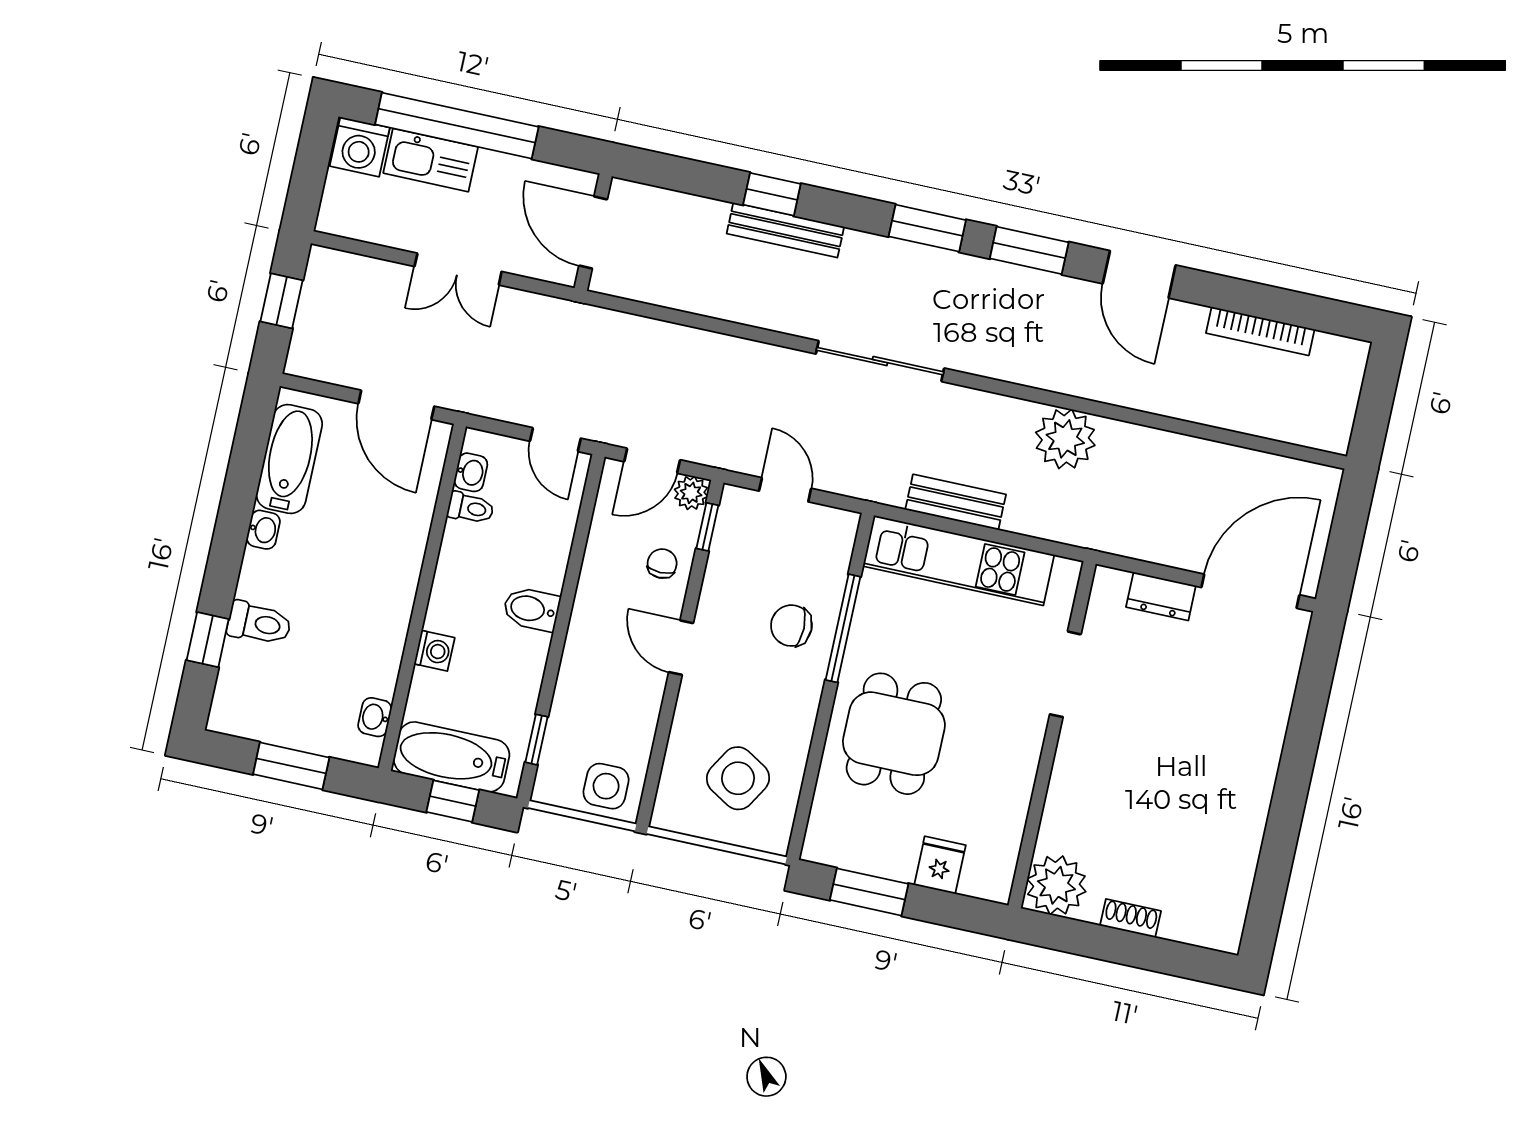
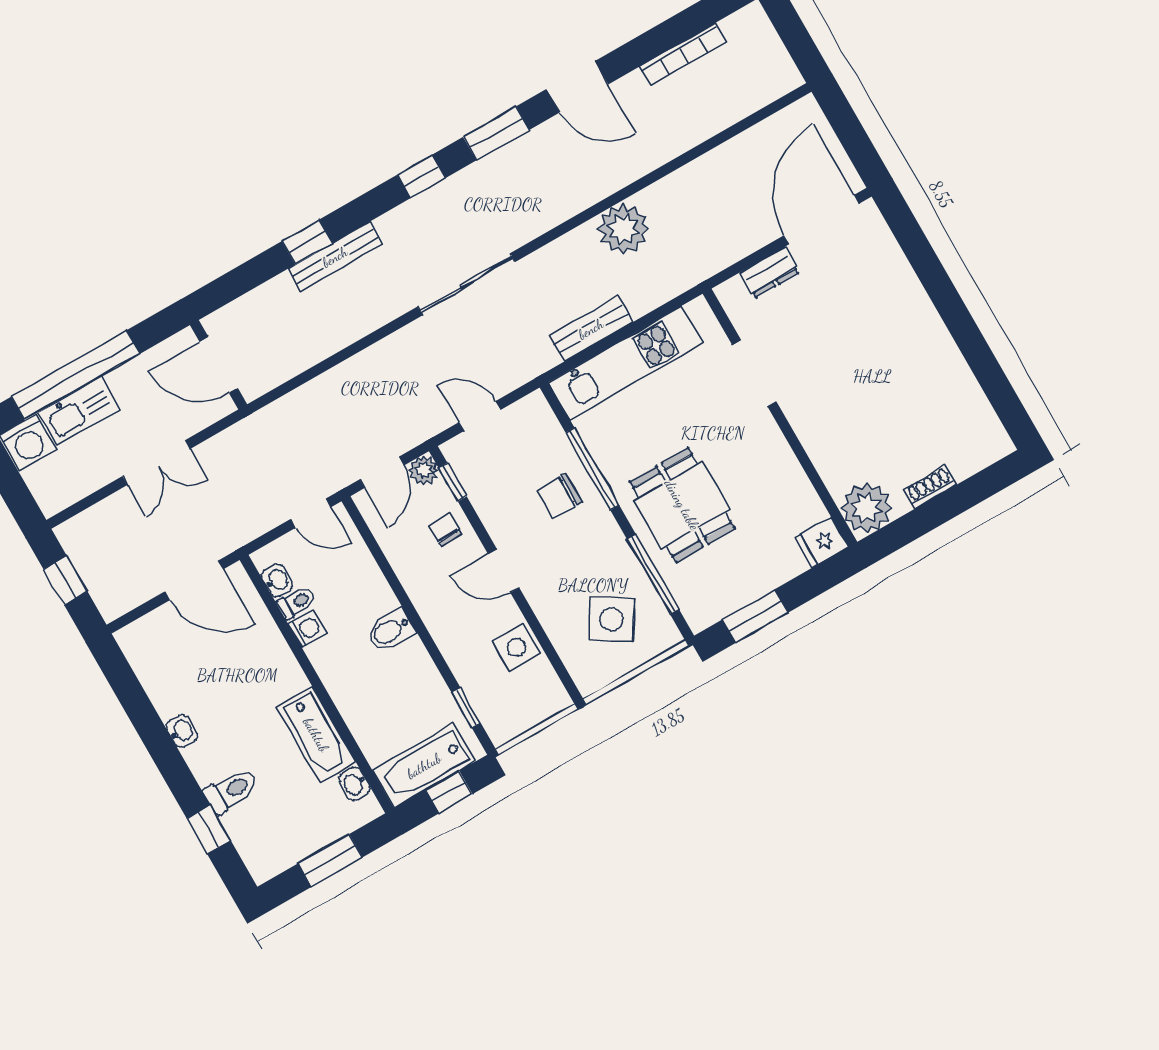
window: (927, 228) -> (421, 176), width x0.67
bathtub: (289, 459) -> (316, 735), moved, turned 180
washing machine: (434, 651) -> (307, 629), moved
window: (812, 772) -> (653, 574), added
side table: (606, 786) -> (516, 647), moved
fridge: (940, 865) -> (822, 542), moved, turned -90

